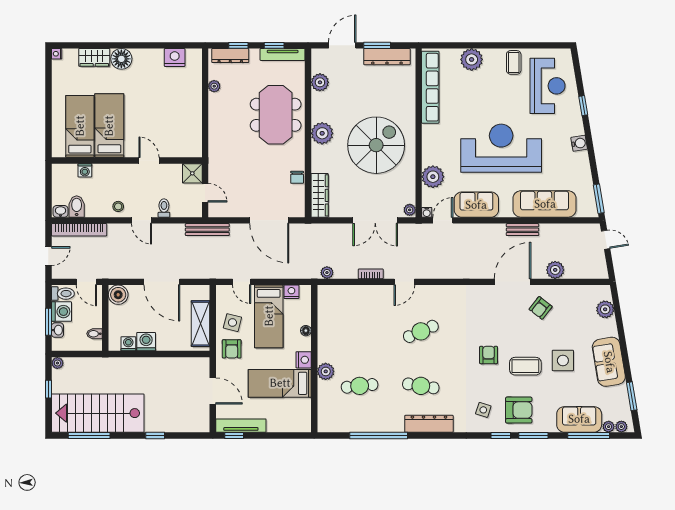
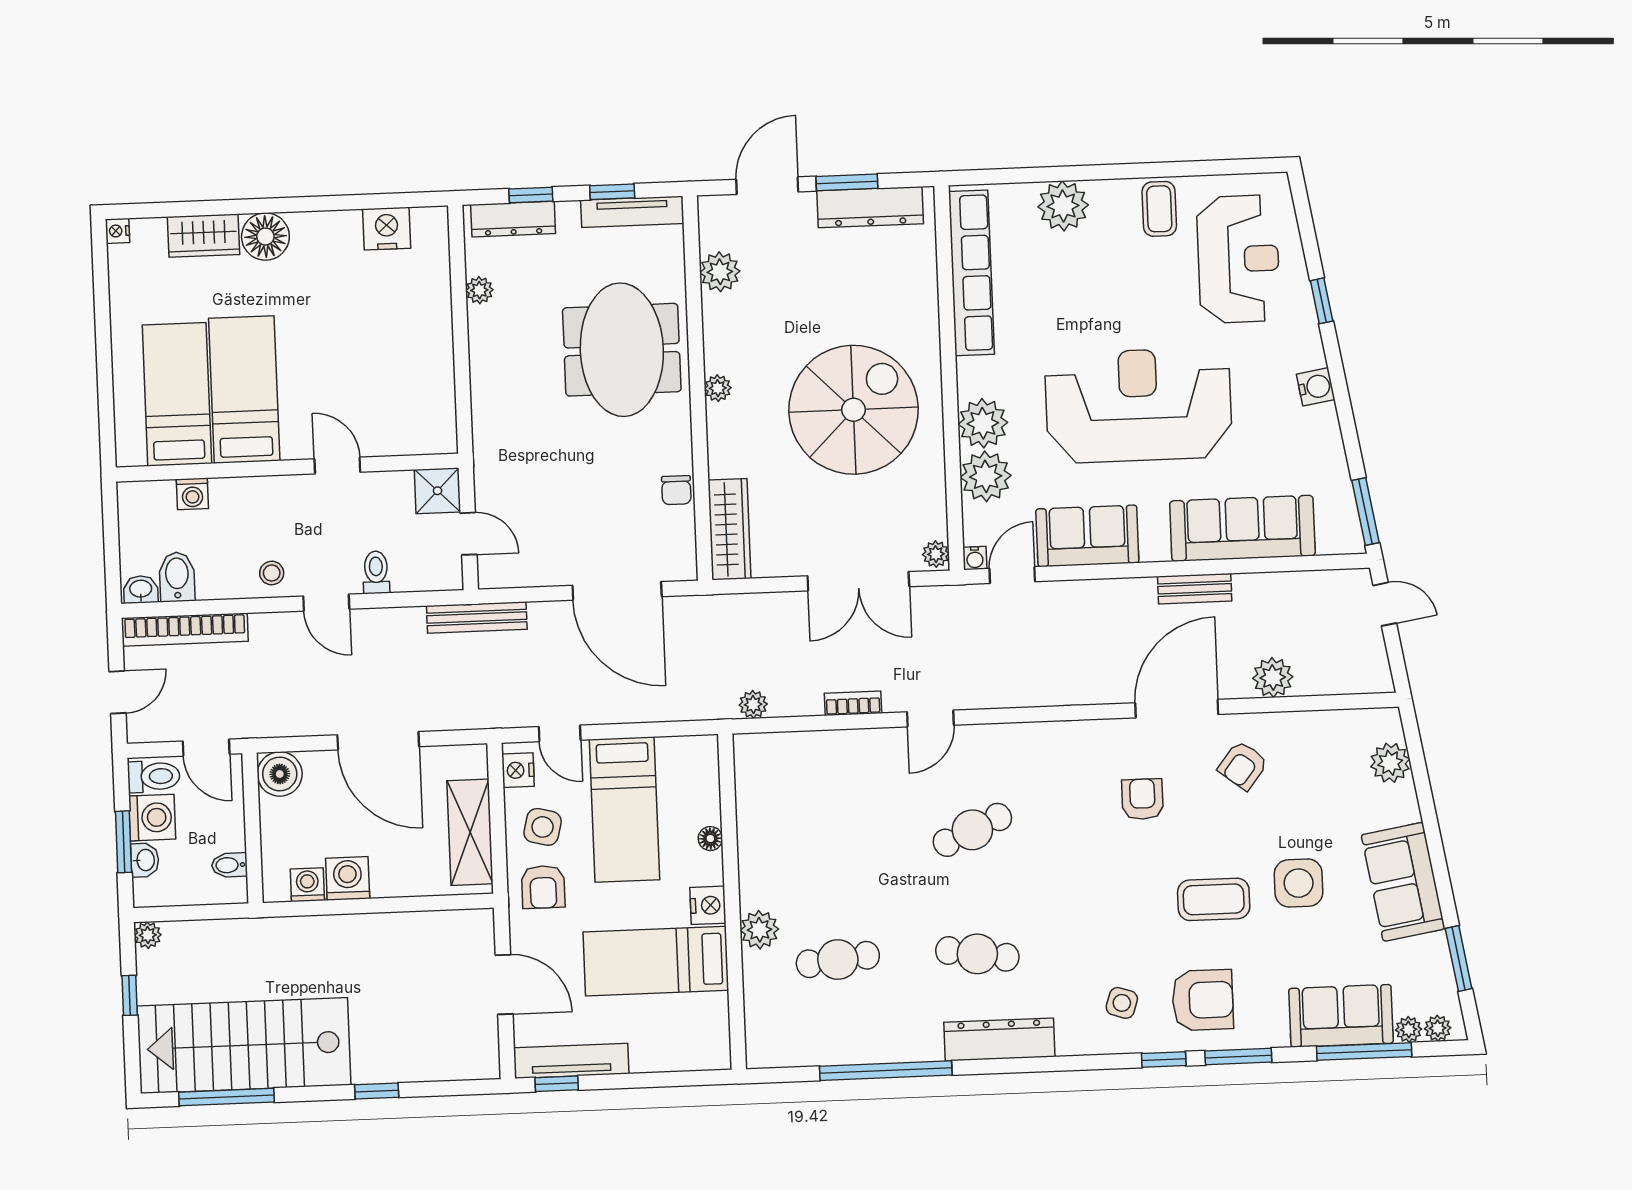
plant: (322, 133) -> (718, 388), width x0.53, depth x0.53
plant: (433, 153) -> (983, 423), added
nightstand: (291, 292) -> (518, 770), moved, turned -90
armchair: (489, 355) -> (1142, 799), moved

